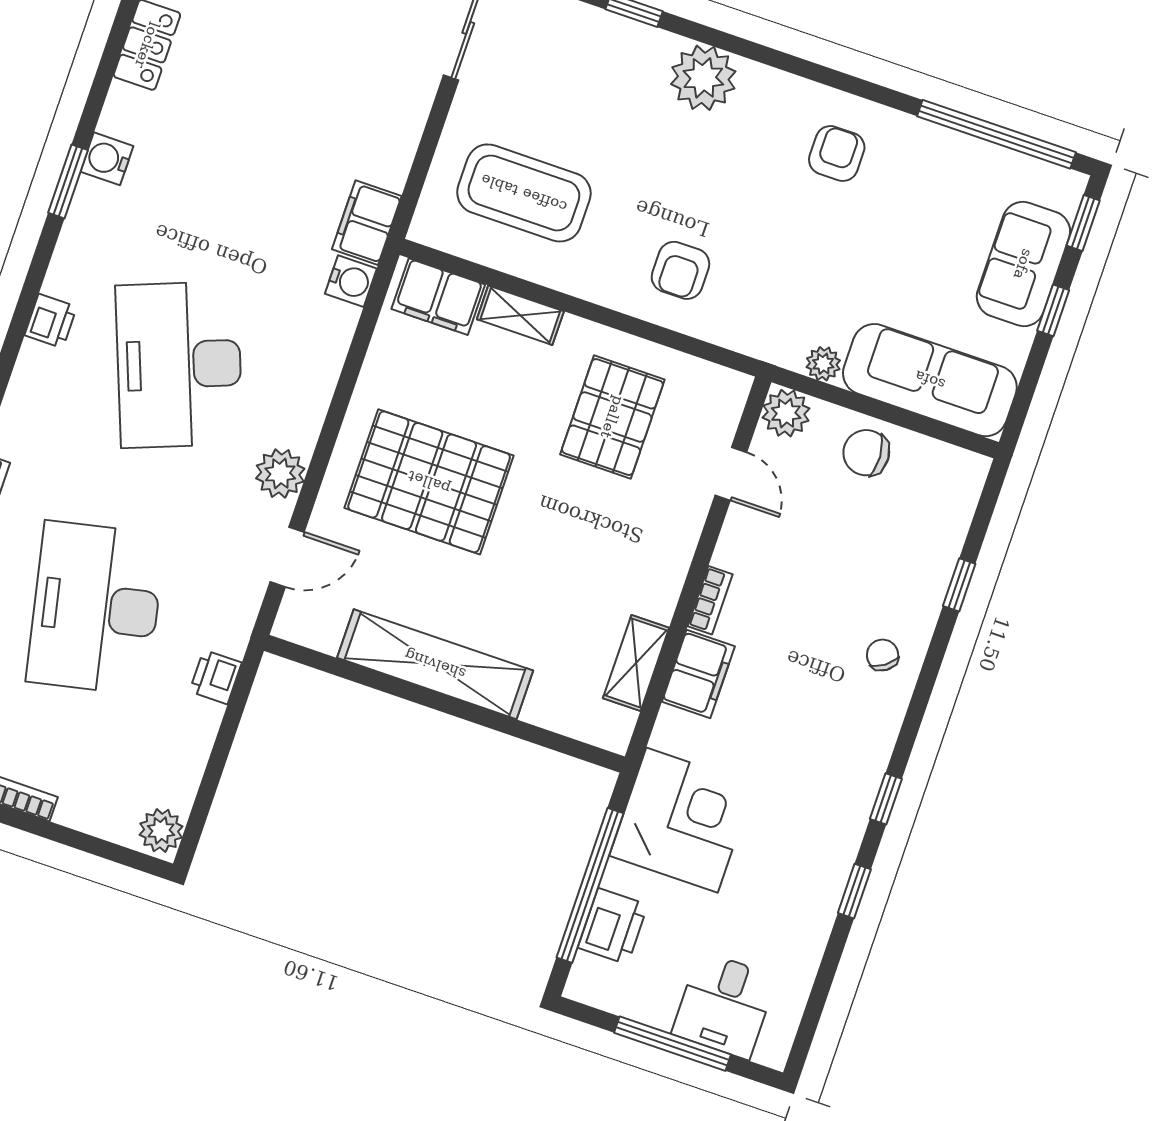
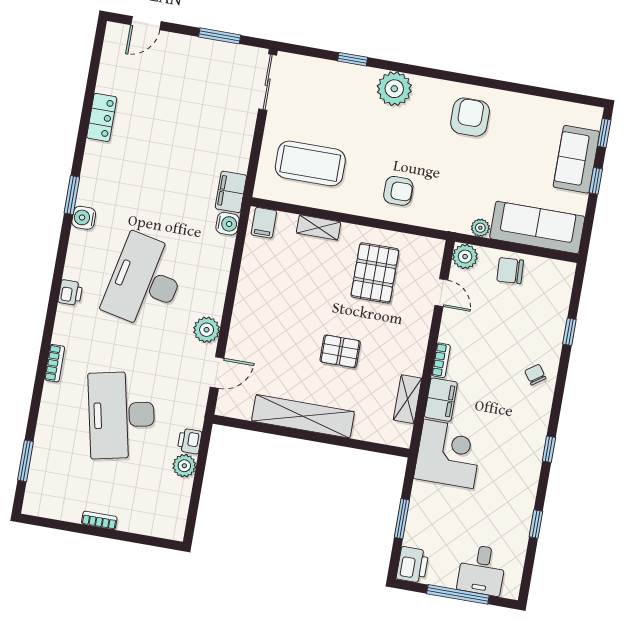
window: (996, 134) -> (552, 94), removed
armchair: (837, 154) -> (470, 117), width x1.38, depth x1.38
water cooler: (107, 159) -> (84, 218), moved
armchair: (680, 270) -> (398, 191), turned -90
filing cabinet: (438, 297) -> (264, 223), width x0.50
printer: (51, 321) -> (70, 293), moved
desk: (179, 365) -> (145, 281), turned 33
pallet: (429, 482) -> (340, 351), moved, width x0.49, depth x0.50
corner desk: (682, 820) -> (448, 454), moved
plant: (161, 831) -> (184, 466), moved
window: (590, 885) -> (402, 519), width x0.47
window: (854, 891) -> (536, 524), moved
printer: (613, 926) -> (413, 565), moved

